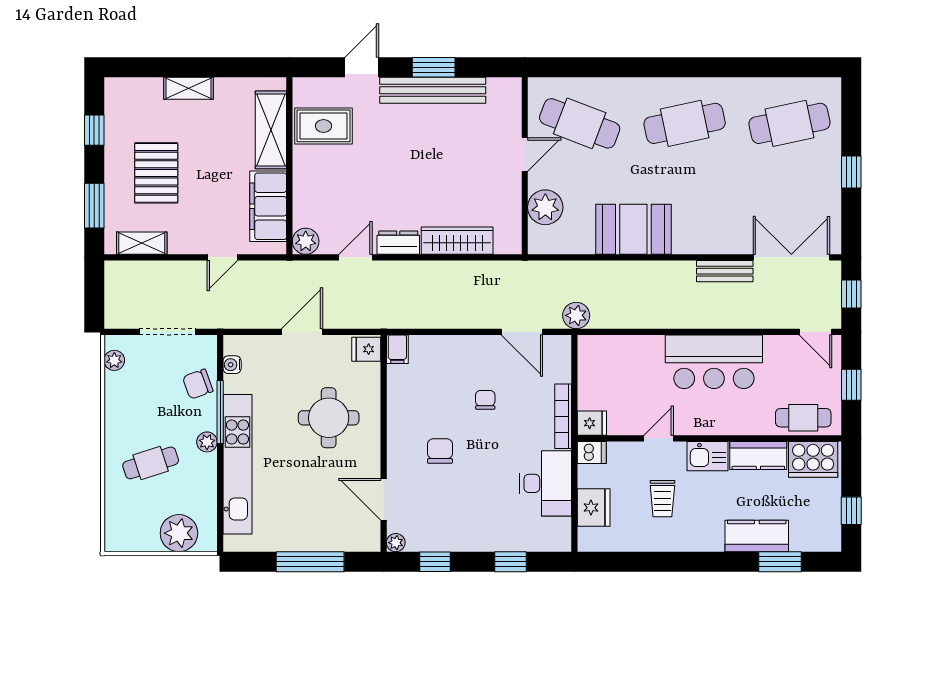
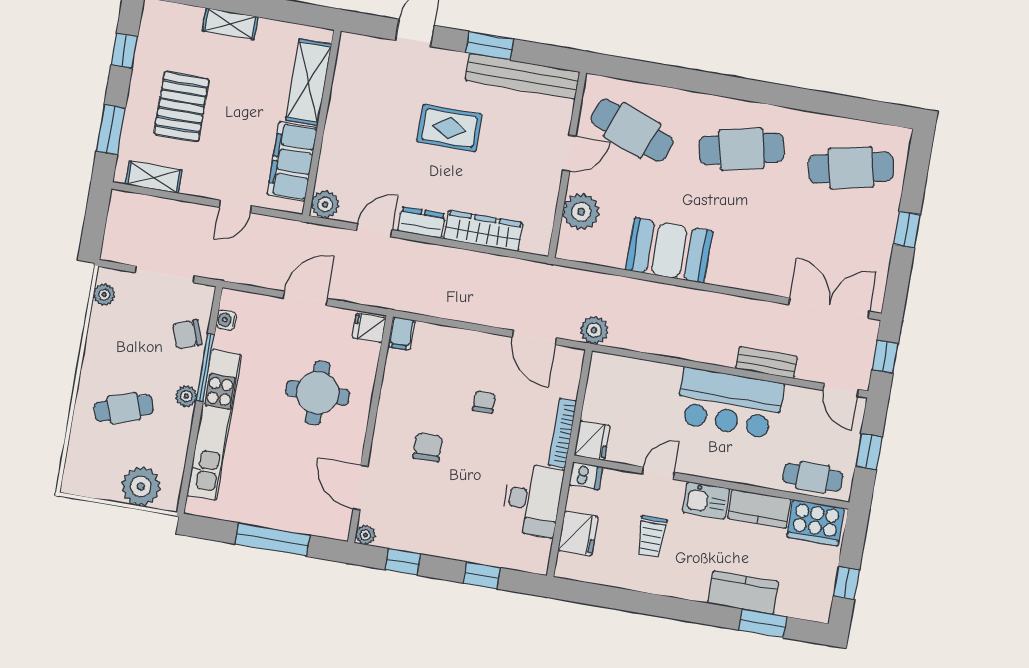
bench: (433, 90) -> (522, 76), moved
rug: (324, 126) -> (449, 128), moved
bench: (725, 271) -> (766, 362), moved
fridge: (592, 423) -> (592, 440), width x1.38

